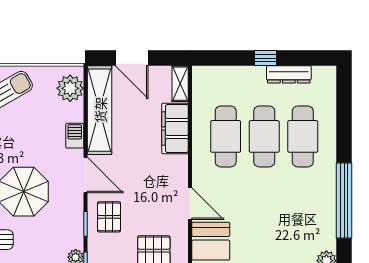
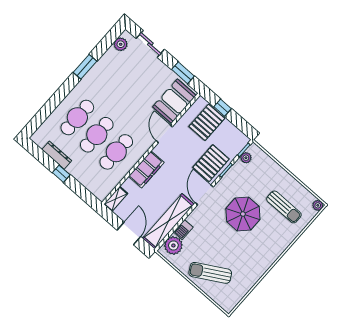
filing cabinet: (175, 128) -> (146, 169), moved
barbecue: (75, 136) -> (183, 230), moved
window: (344, 200) -> (85, 67), width x0.47
pallet: (109, 217) -> (211, 163), width x1.50, depth x1.42

